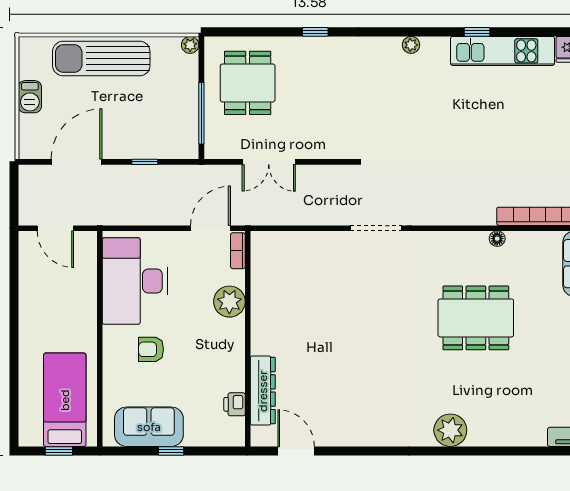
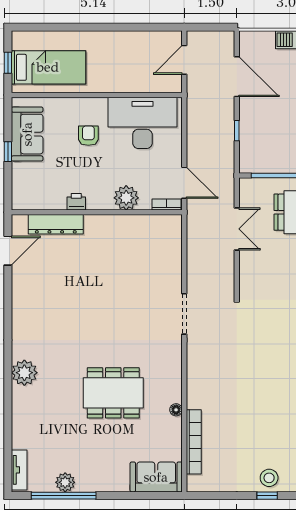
double door: (269, 162) -> (237, 229), swing flipped
dining table: (476, 318) -> (113, 393), turned 90
printer: (235, 404) -> (76, 202), moved

